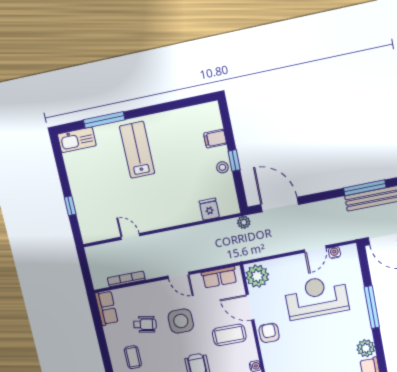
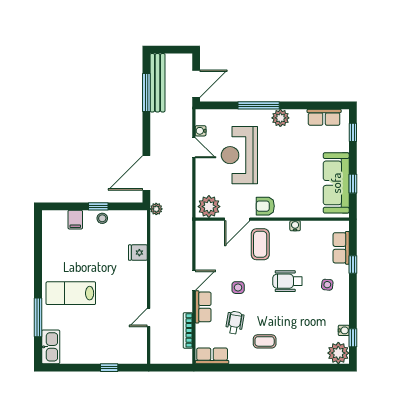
fridge: (209, 209) -> (138, 253), moved
row of seats: (219, 277) -> (203, 307), moved
side table: (181, 321) -> (238, 288), width x0.54, depth x0.54
plant: (366, 348) -> (280, 118), moved

